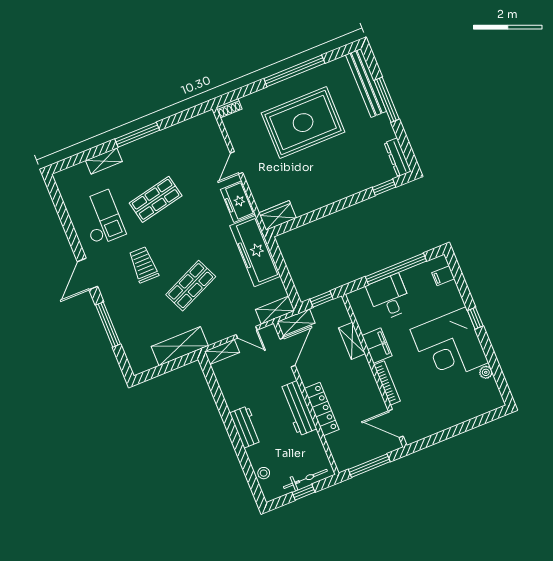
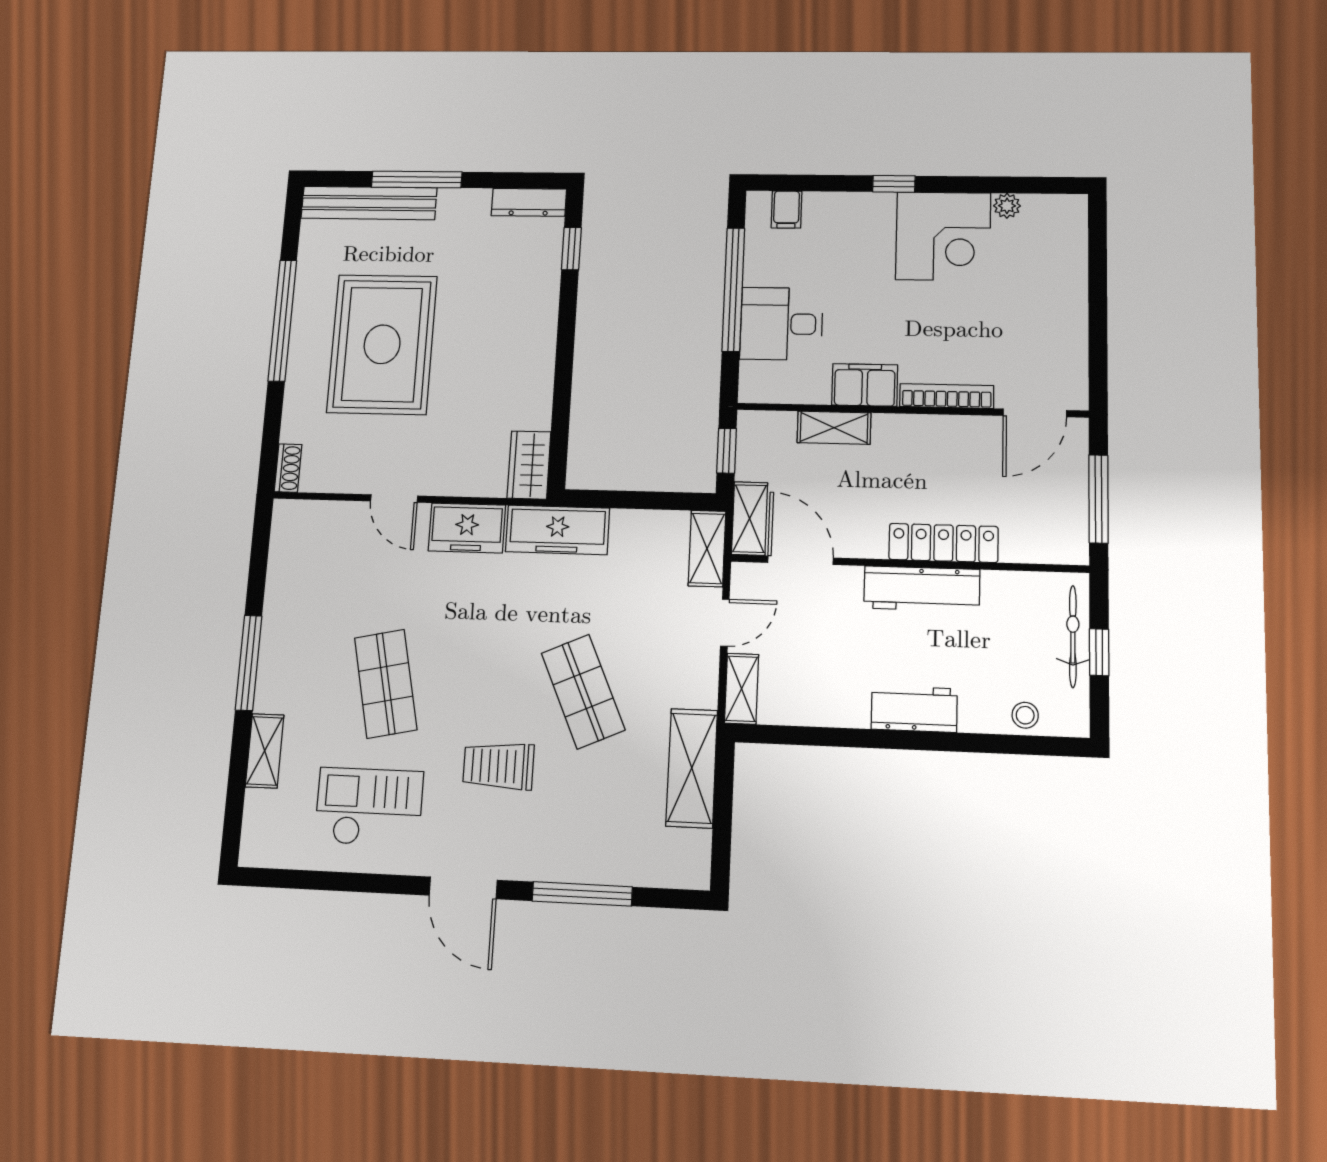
freezer: (255, 251) -> (557, 530), width x0.73, depth x0.79
corner desk: (449, 346) -> (943, 236), width x0.74, depth x0.74

